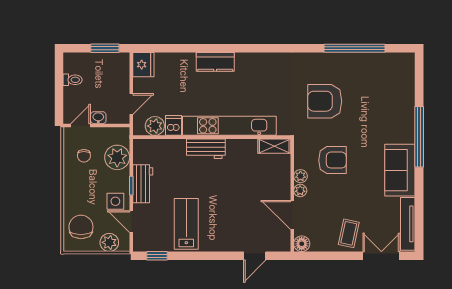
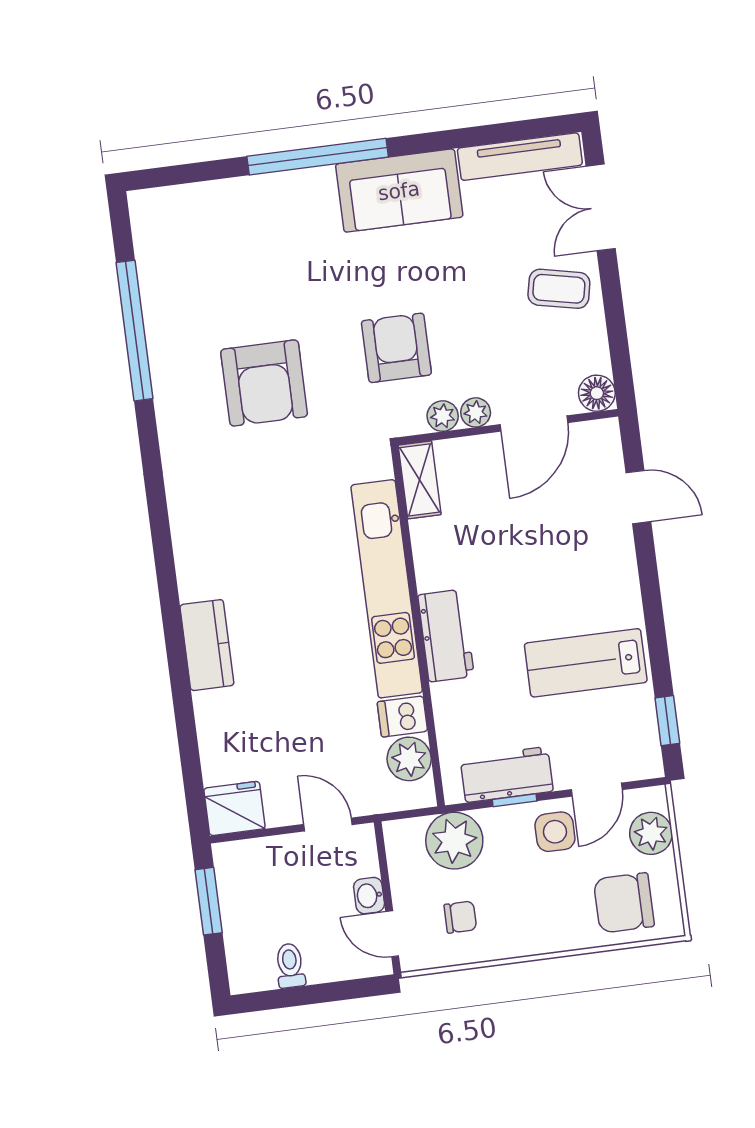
dishwasher: (173, 125) -> (402, 717), moved
plant: (155, 126) -> (409, 759), moved
kitchen unit: (229, 126) -> (387, 589), moved
wall: (212, 137) -> (418, 626), moved
shelving: (274, 146) -> (420, 480), moved
workbench: (206, 149) -> (446, 636), moved

